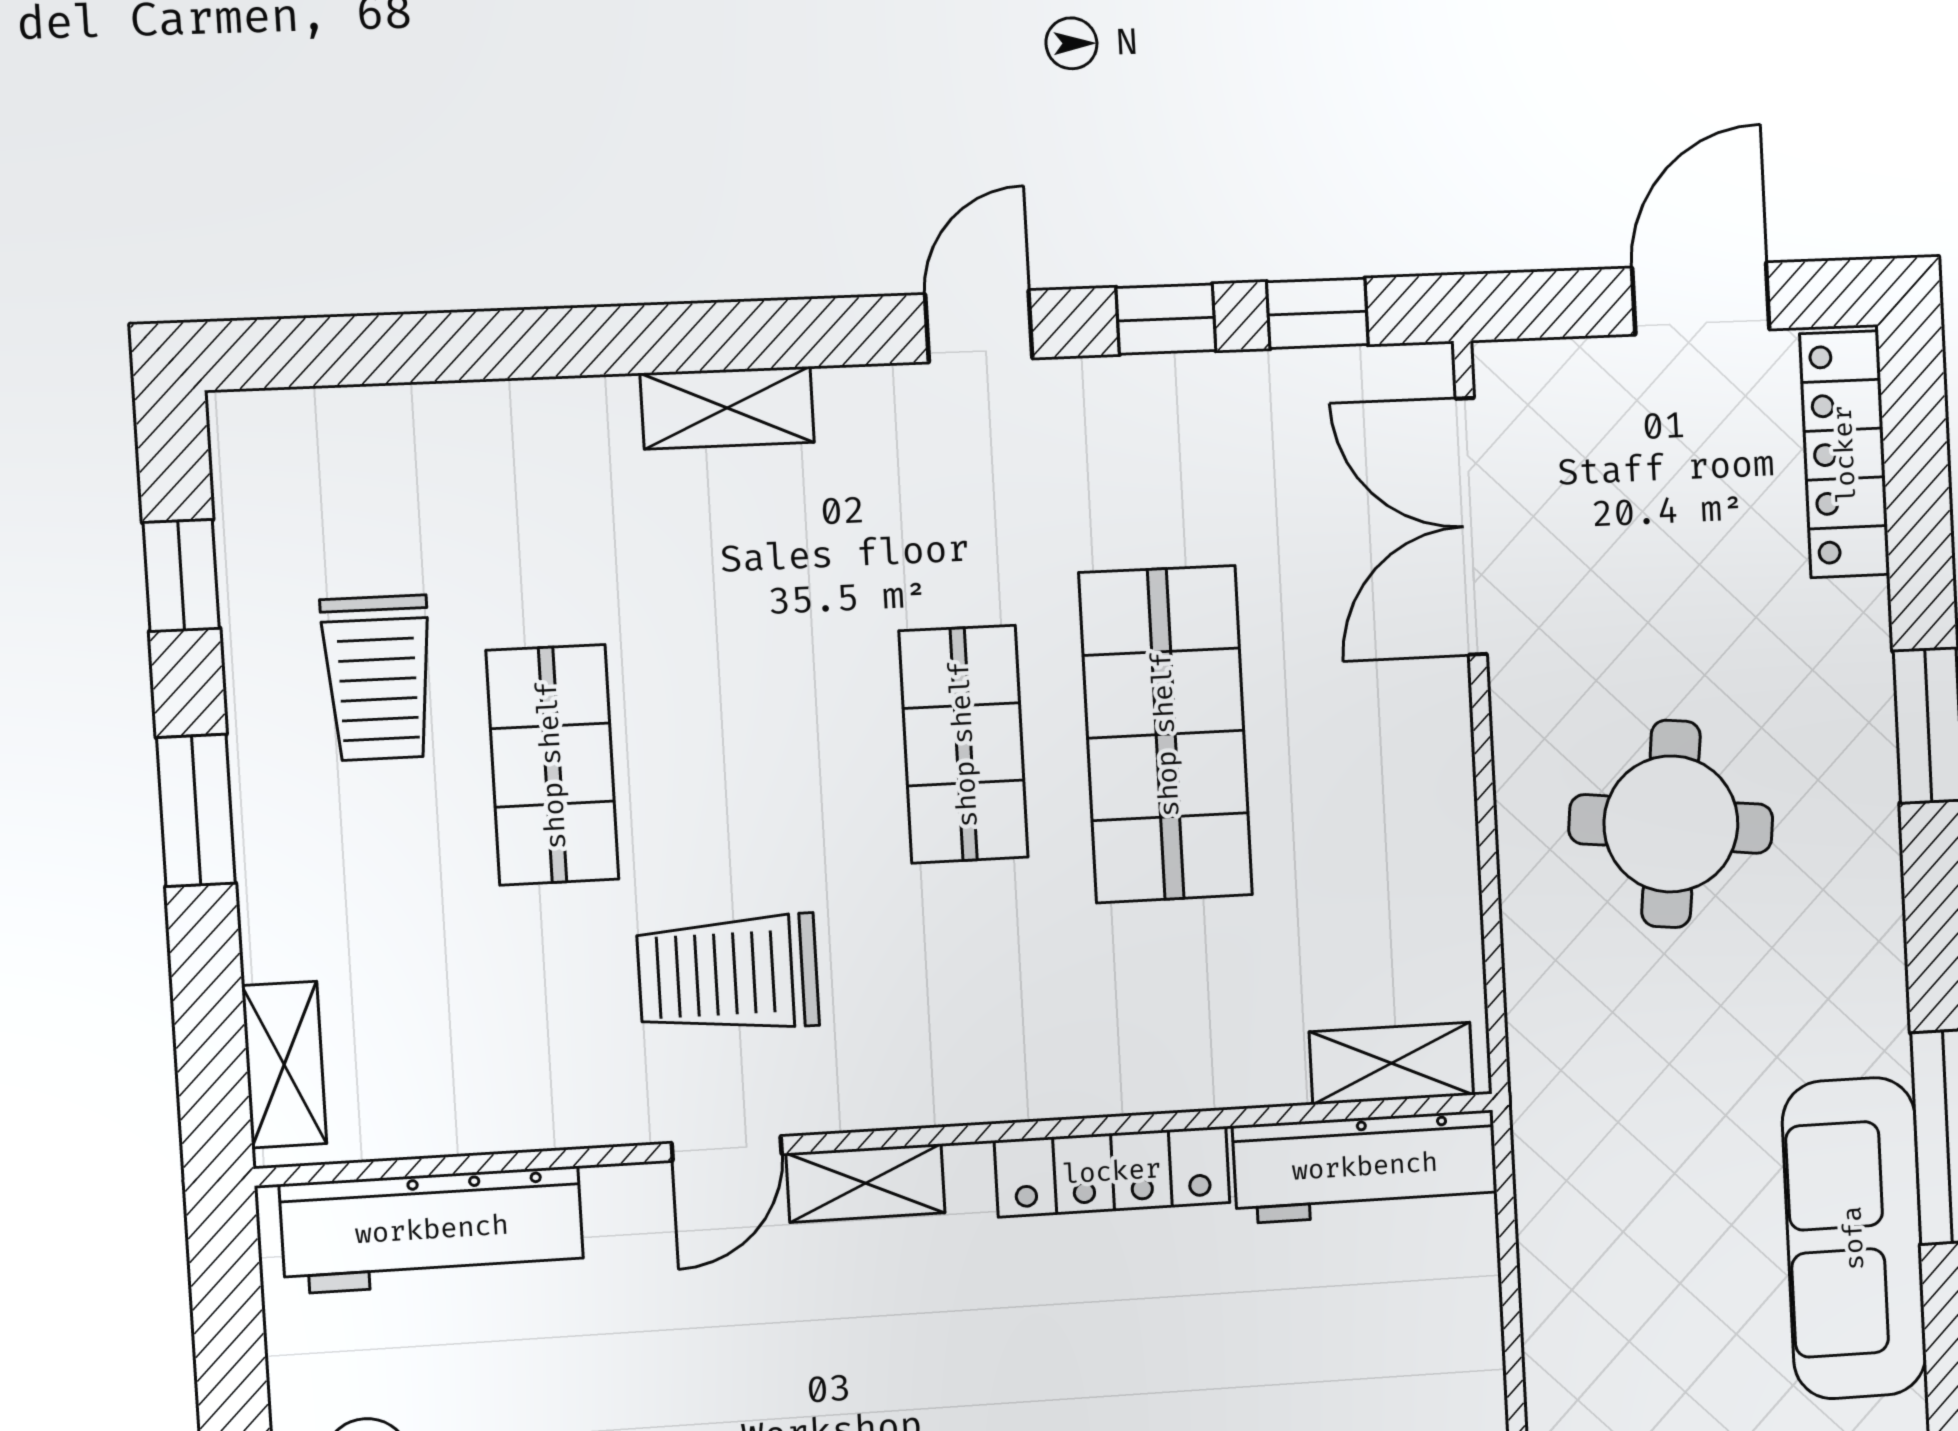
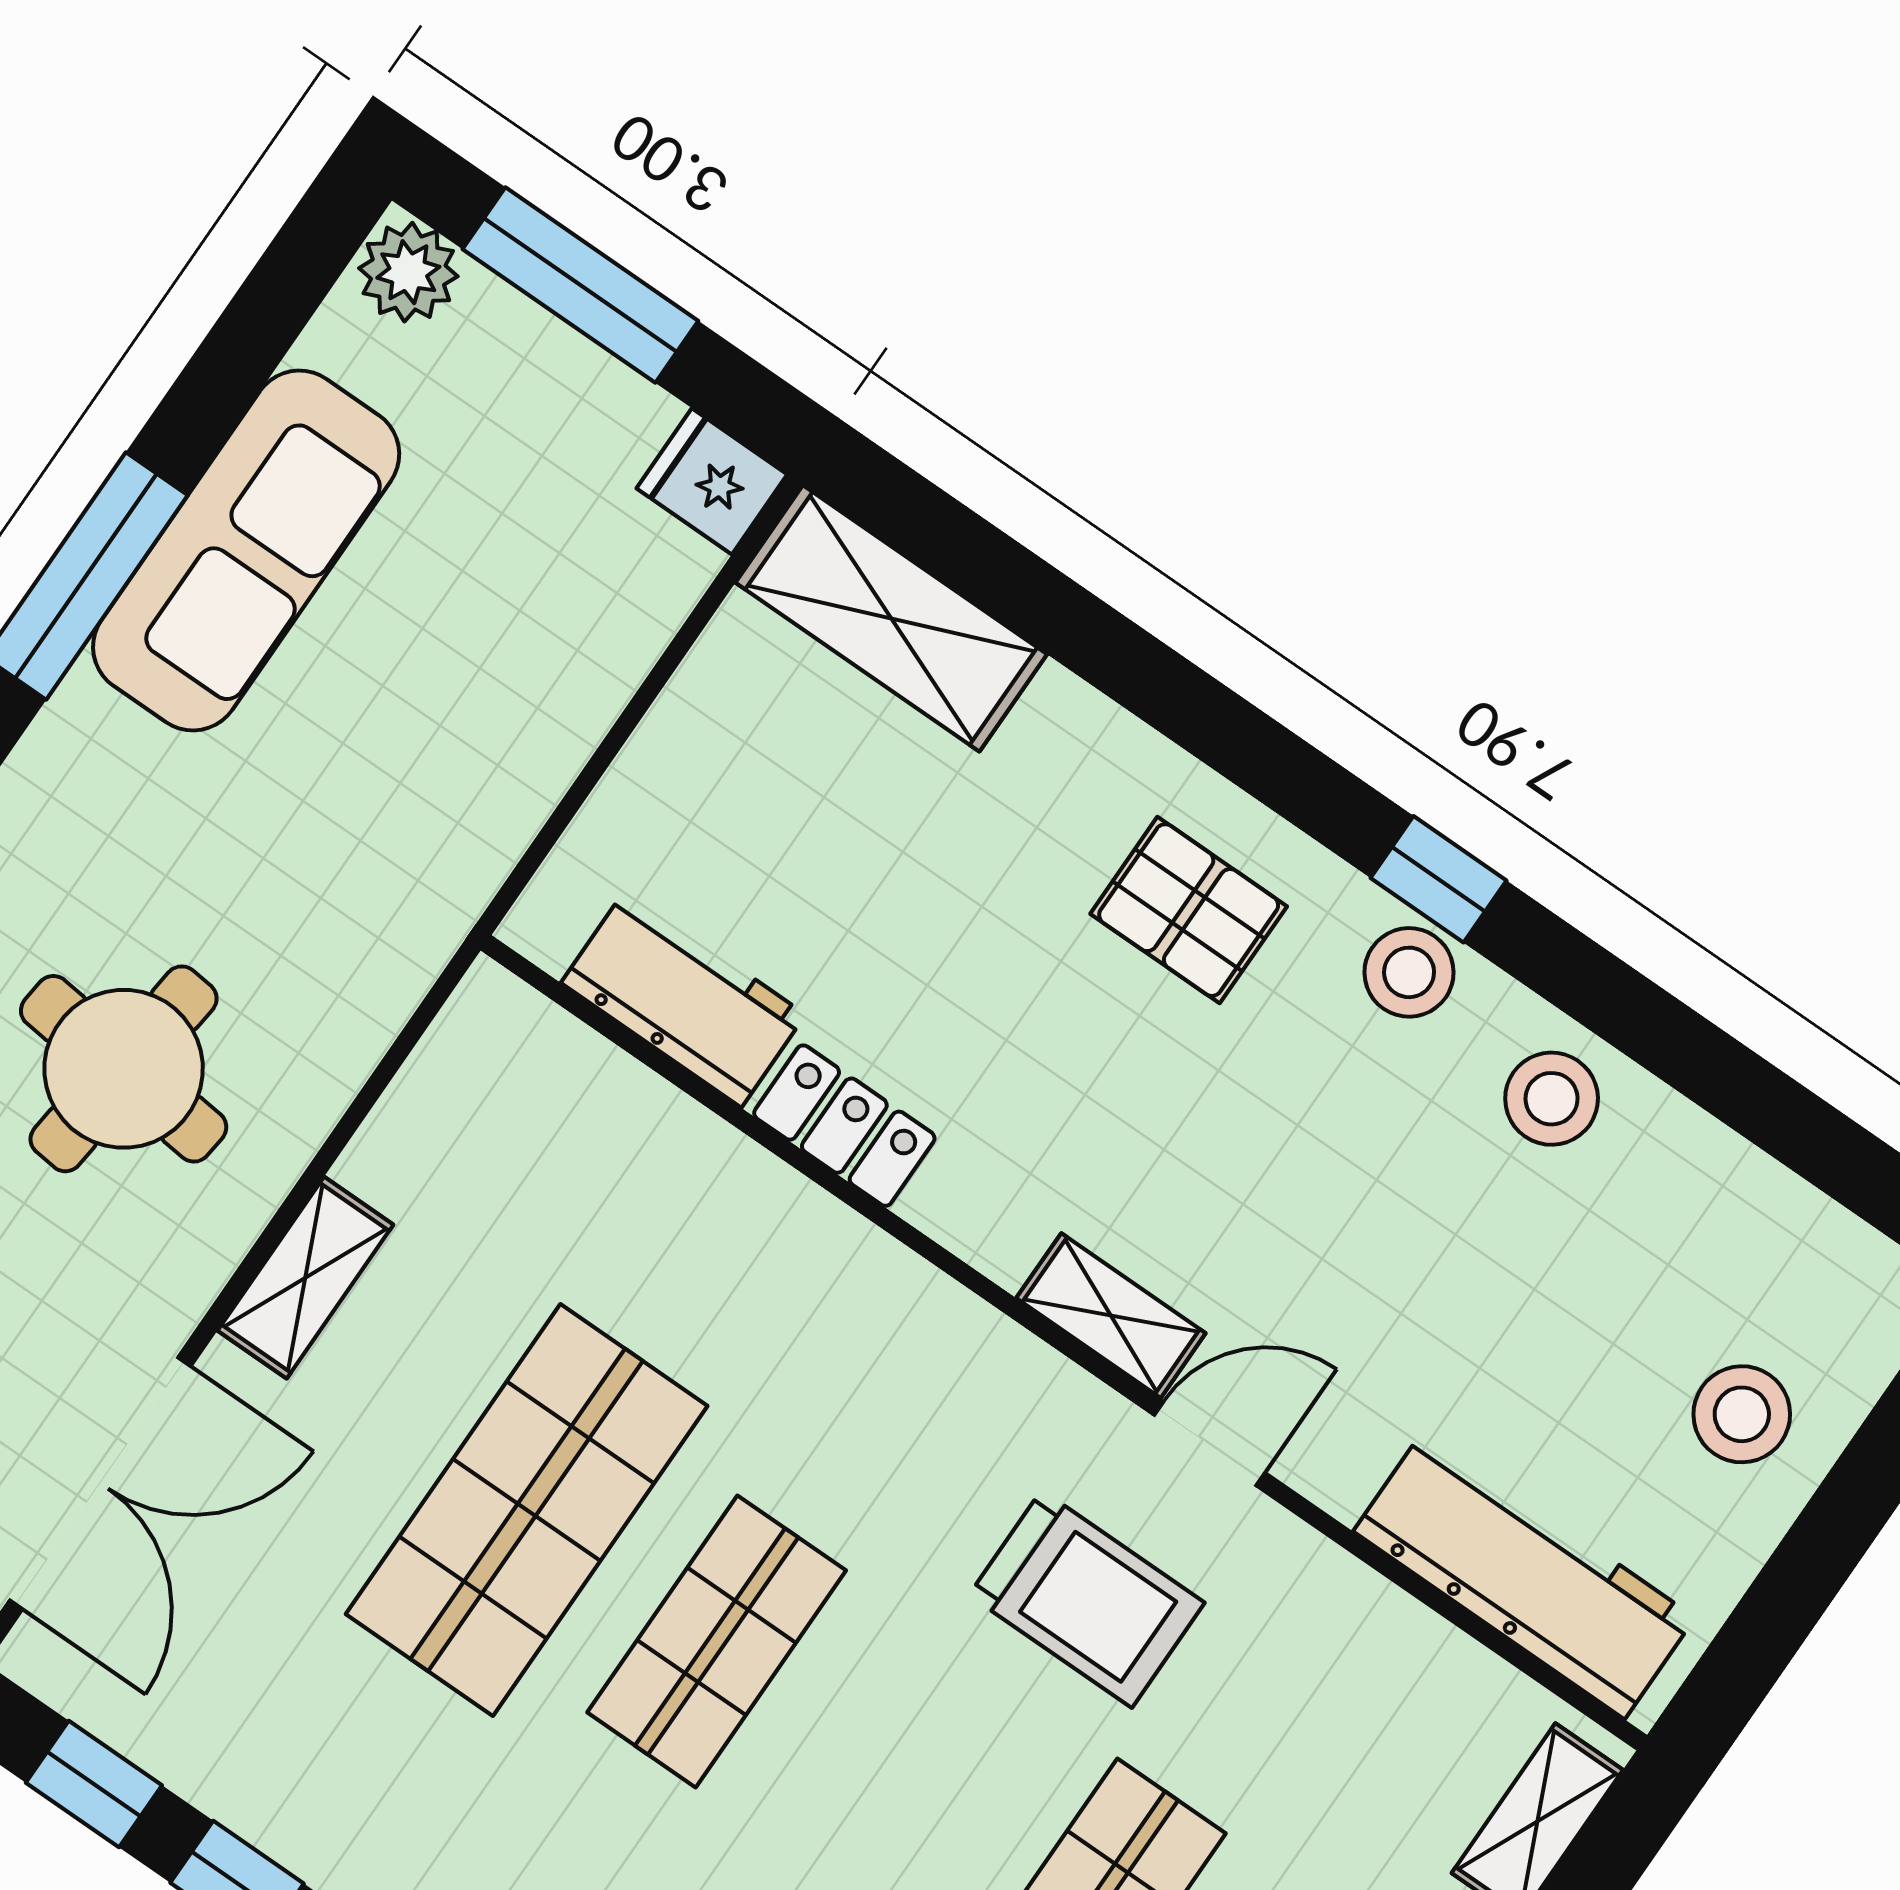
shelving: (1391, 1063) -> (305, 1278), moved, turned 90
workbench: (1365, 1167) -> (683, 999), width x0.73
locker: (1112, 1172) -> (844, 1126), width x0.66

